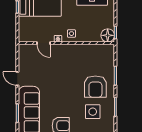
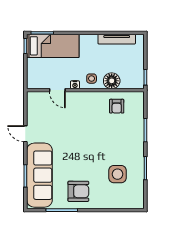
floor lamp: (108, 35) -> (112, 81), moved
armchair: (95, 87) -> (117, 106), moved, width x0.53, depth x0.53

